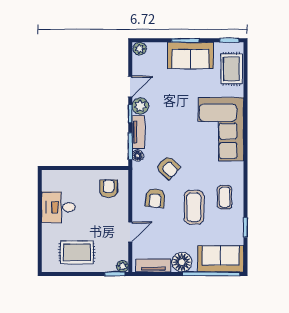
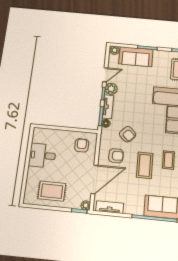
sofa: (190, 55) -> (136, 57), moved
armchair: (155, 198) -> (116, 156), turned -95
door: (130, 232) -> (94, 179), width x1.87
floor lamp: (182, 262) -> (132, 207), removed

